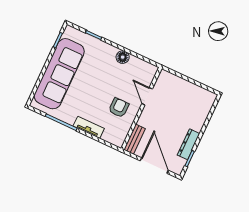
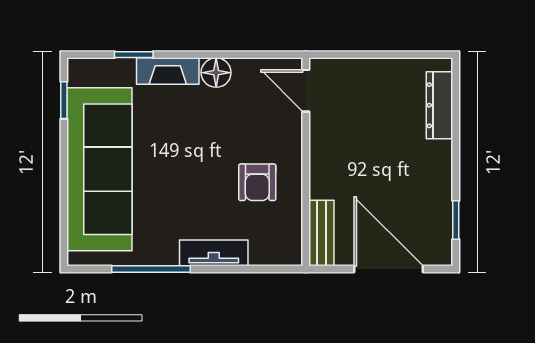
fireplace: (104, 48) -> (168, 71), added
door: (147, 96) -> (306, 91), moved
armchair: (119, 108) -> (257, 182), turned 180
dresser: (189, 144) -> (440, 105), moved

